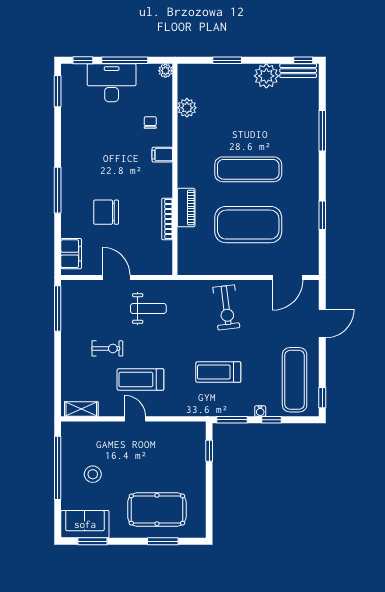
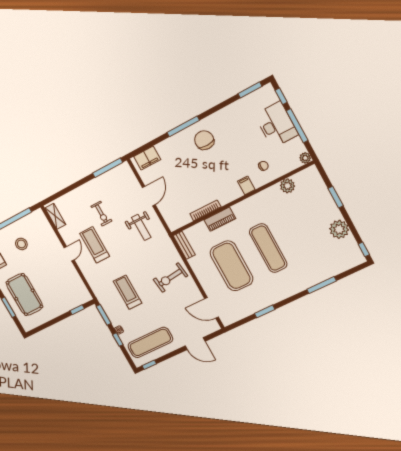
bench: (298, 71) -> (184, 245), moved
chair: (106, 212) -> (204, 140), moved

